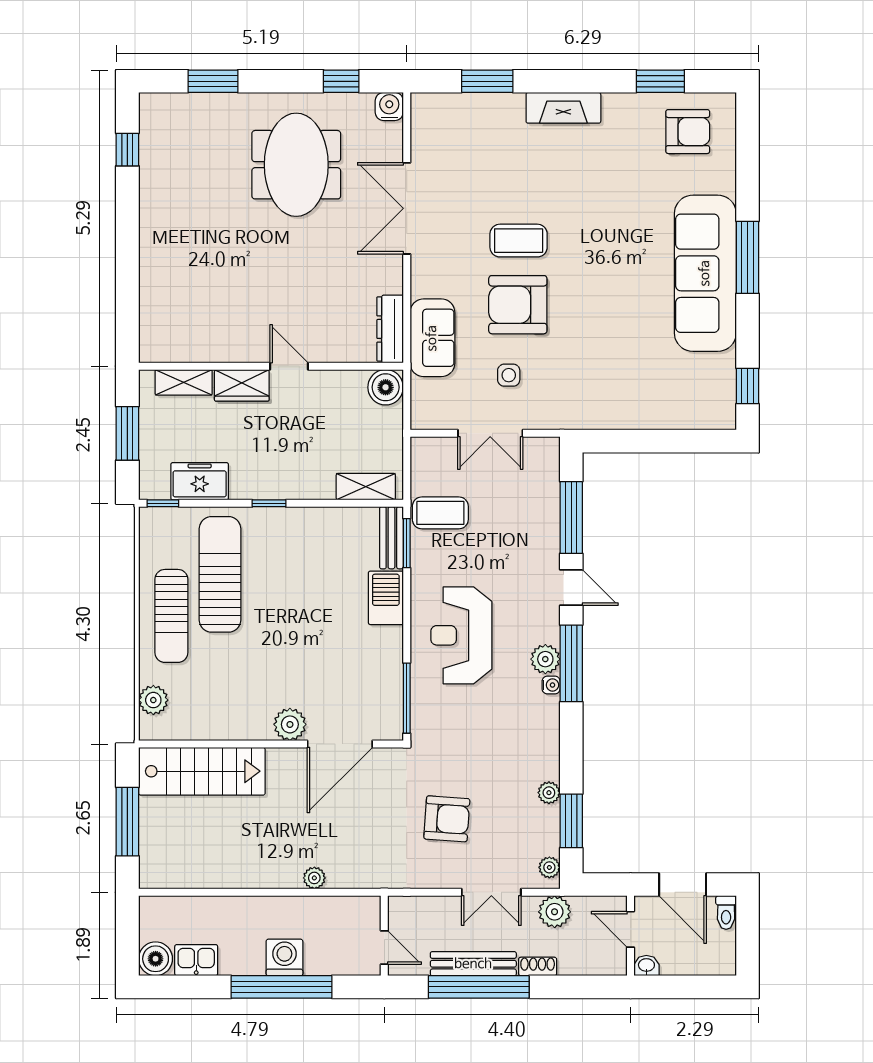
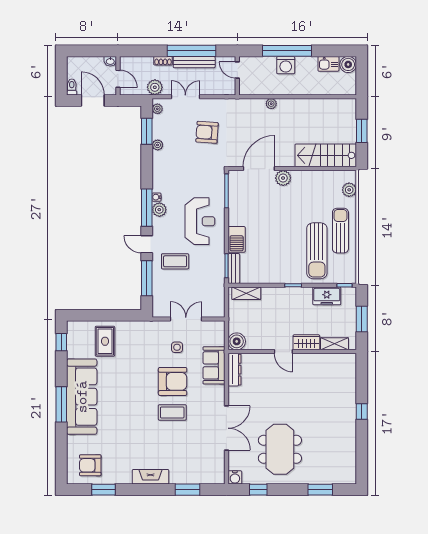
window: (127, 150) -> (362, 411), moved
rug: (657, 388) -> (105, 341), added
coffee table: (440, 513) -> (175, 261), moved
window: (127, 822) -> (362, 131), width x0.69

